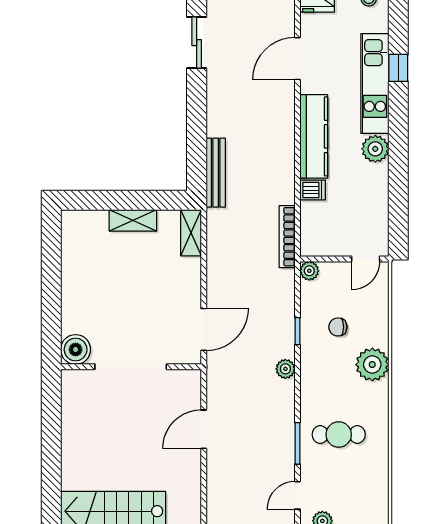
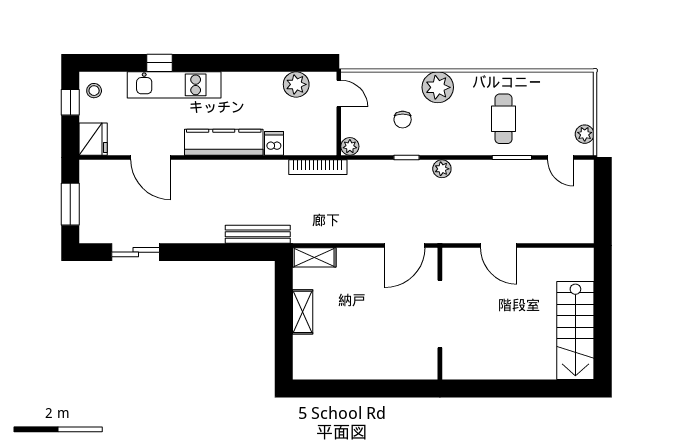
plant: (375, 149) -> (296, 84), moved
door: (204, 329) -> (405, 246), swing flipped
boiler: (76, 350) -> (424, 366), removed

